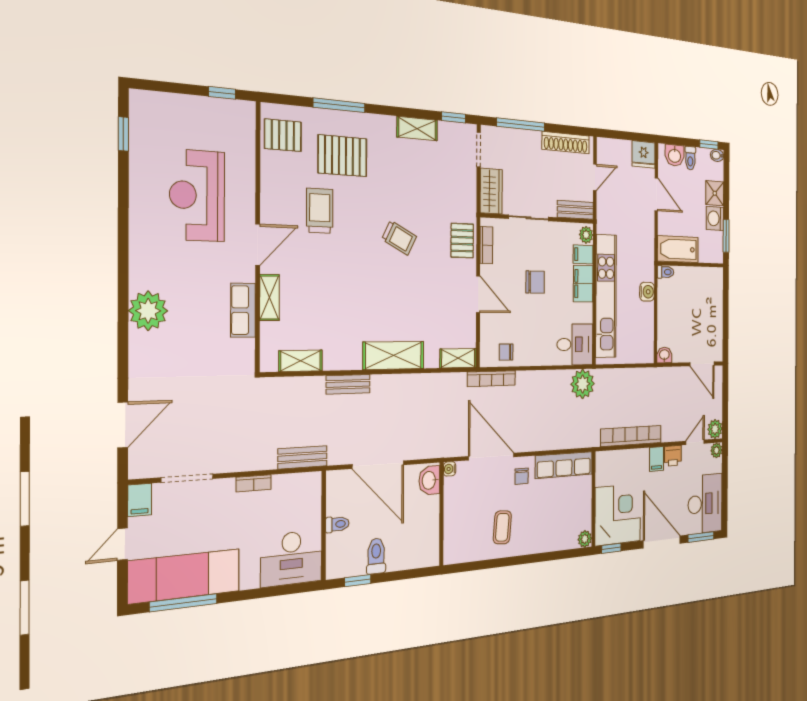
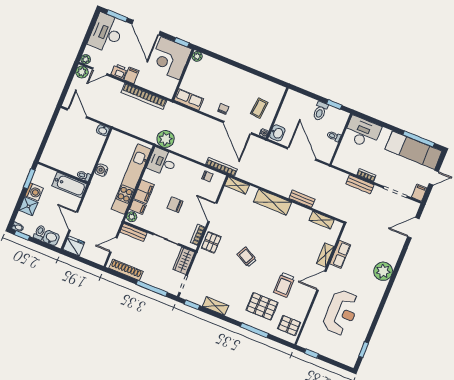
bench: (303, 457) -> (360, 184), moved
row of seats: (564, 465) -> (189, 99), width x0.68
coffee table: (502, 527) -> (259, 108), moved

